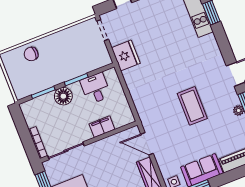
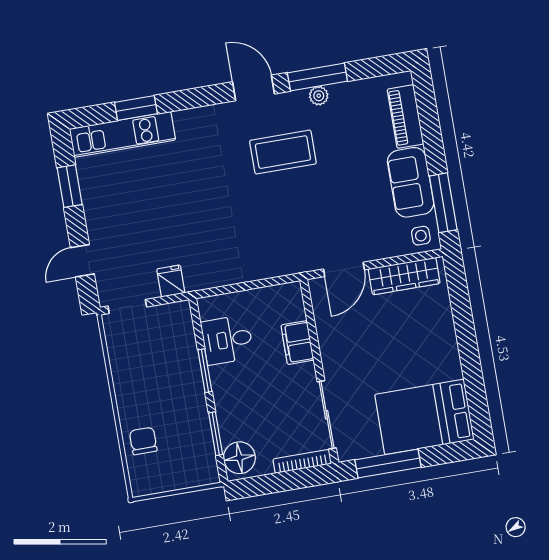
chair: (31, 54) -> (143, 441), turned 180
fridge: (126, 55) -> (171, 281), width x0.53, depth x0.75
floor lamp: (63, 96) -> (239, 458), moved
coffee table: (192, 106) -> (283, 152), moved

